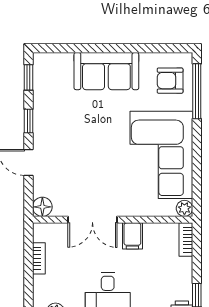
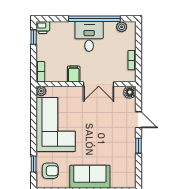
window: (28, 77) -> (138, 173), removed
window: (197, 91) -> (34, 164), width x0.46
double door: (92, 220) -> (99, 84), swing flipped

